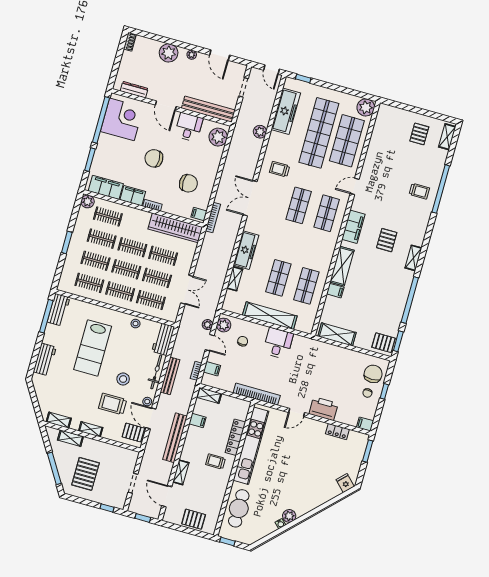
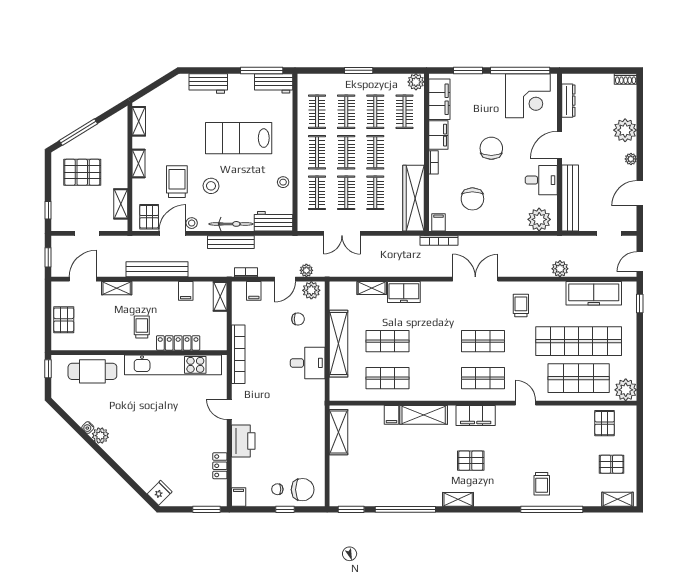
freezer: (246, 250) -> (404, 292), width x0.71
pallet: (383, 343) -> (605, 423), moved
shelving: (70, 438) -> (121, 204), moved

